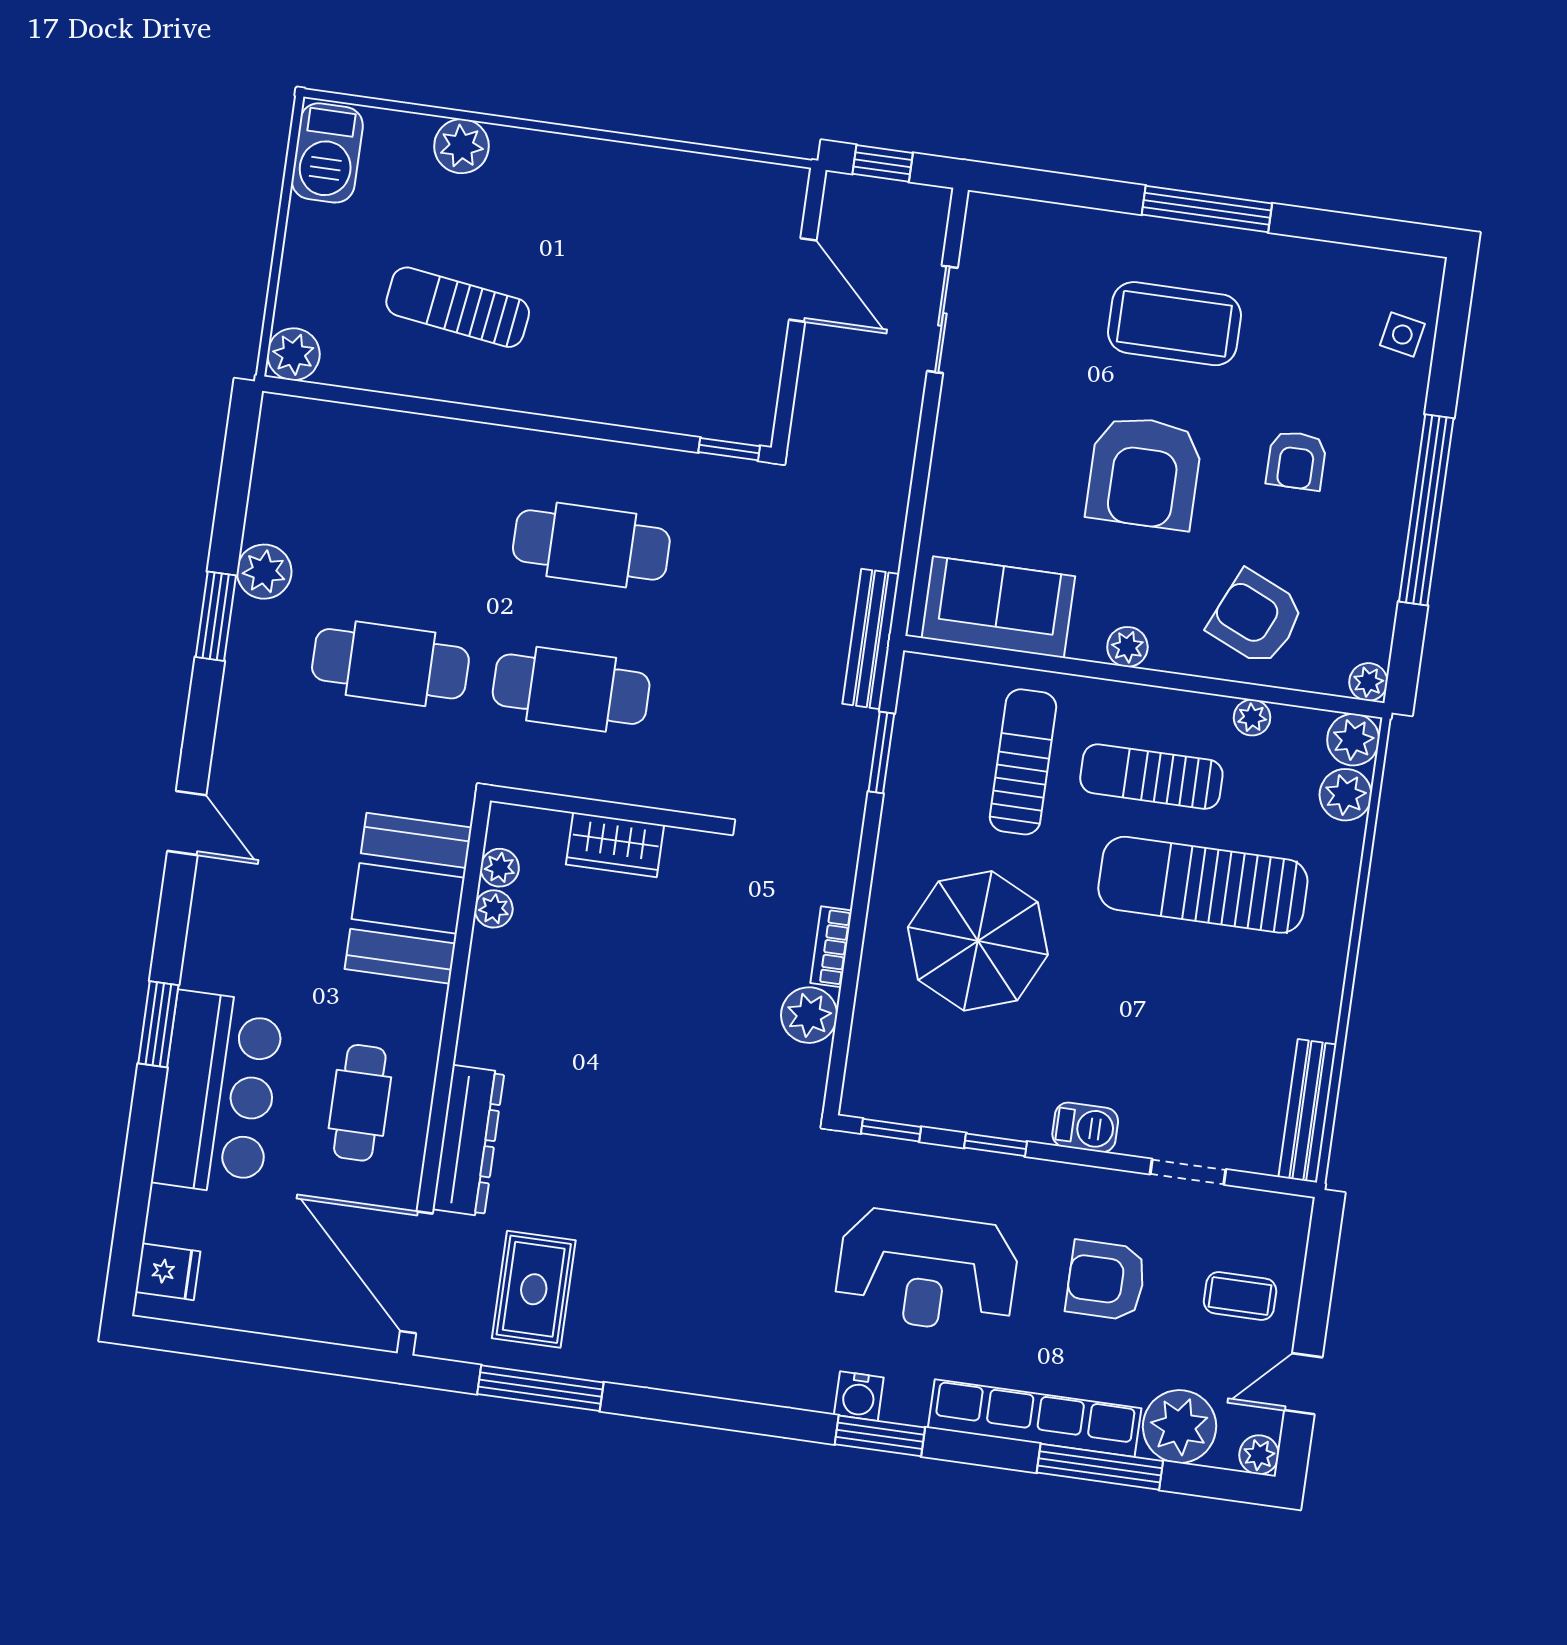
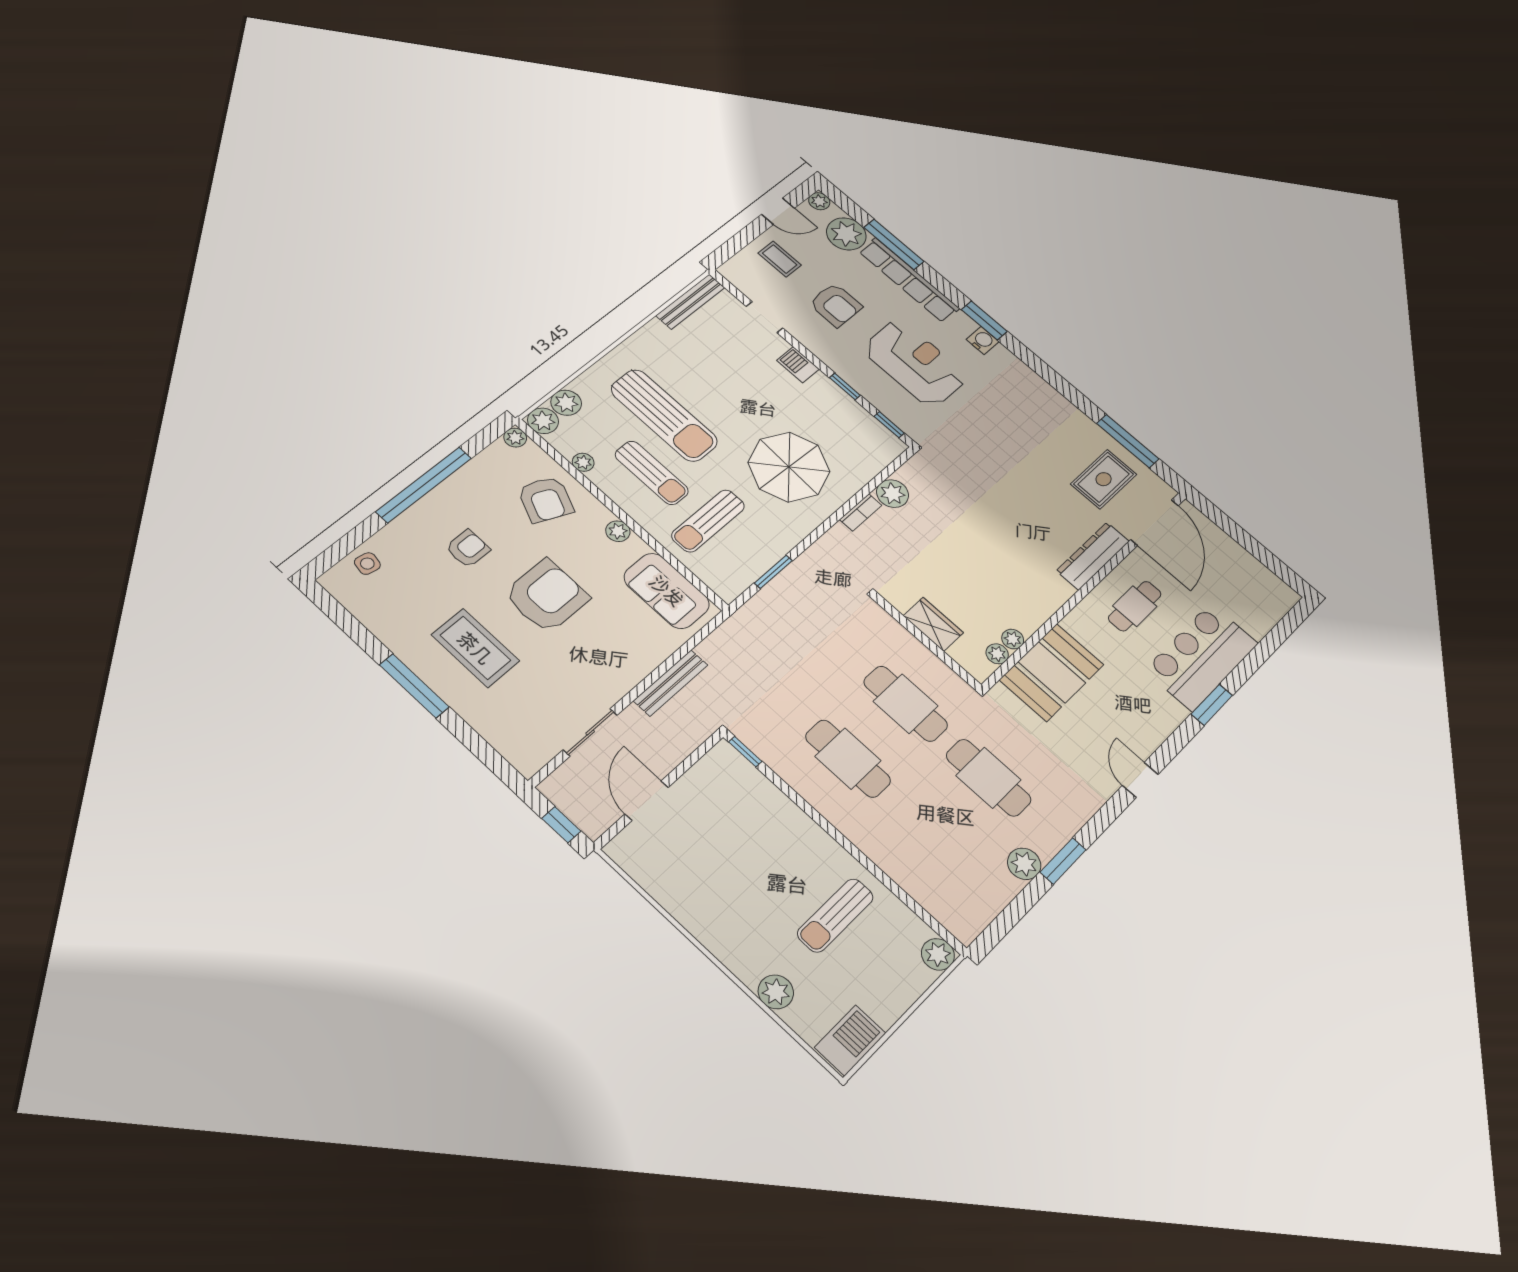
sun lounger: (458, 307) -> (835, 915), turned 82
bench: (871, 639) -> (671, 683), moved
fridge: (168, 1272) -> (1274, 603), removed

